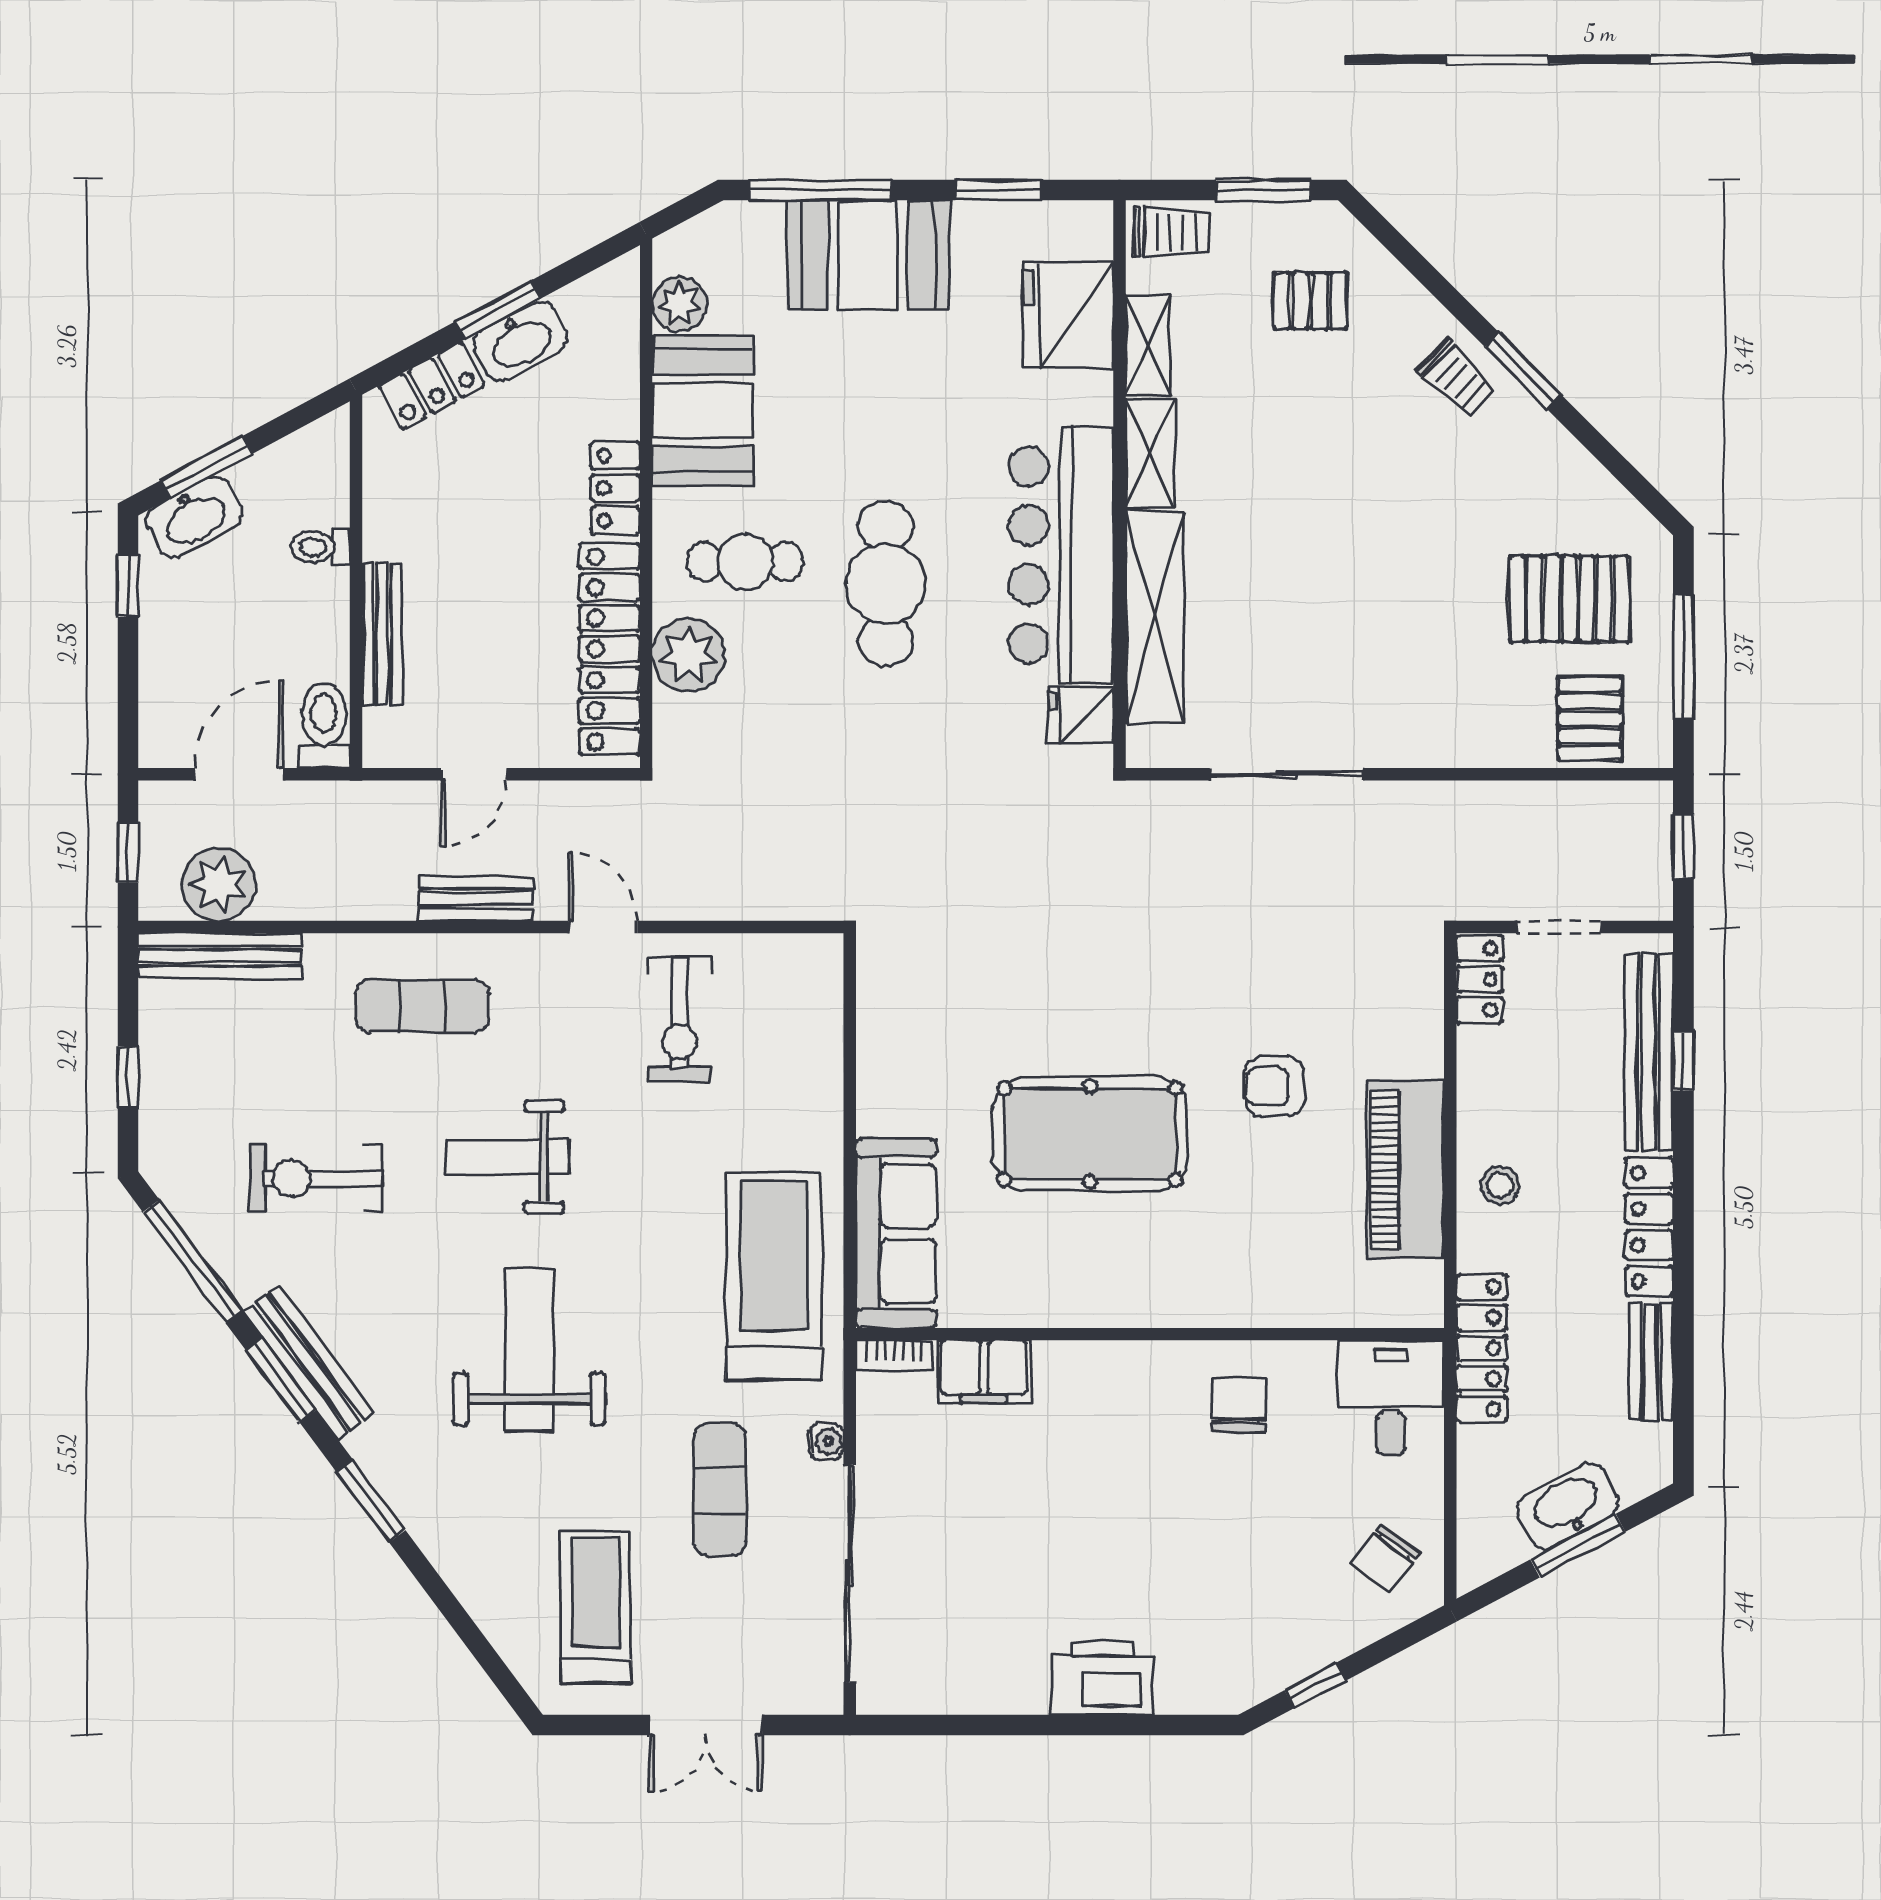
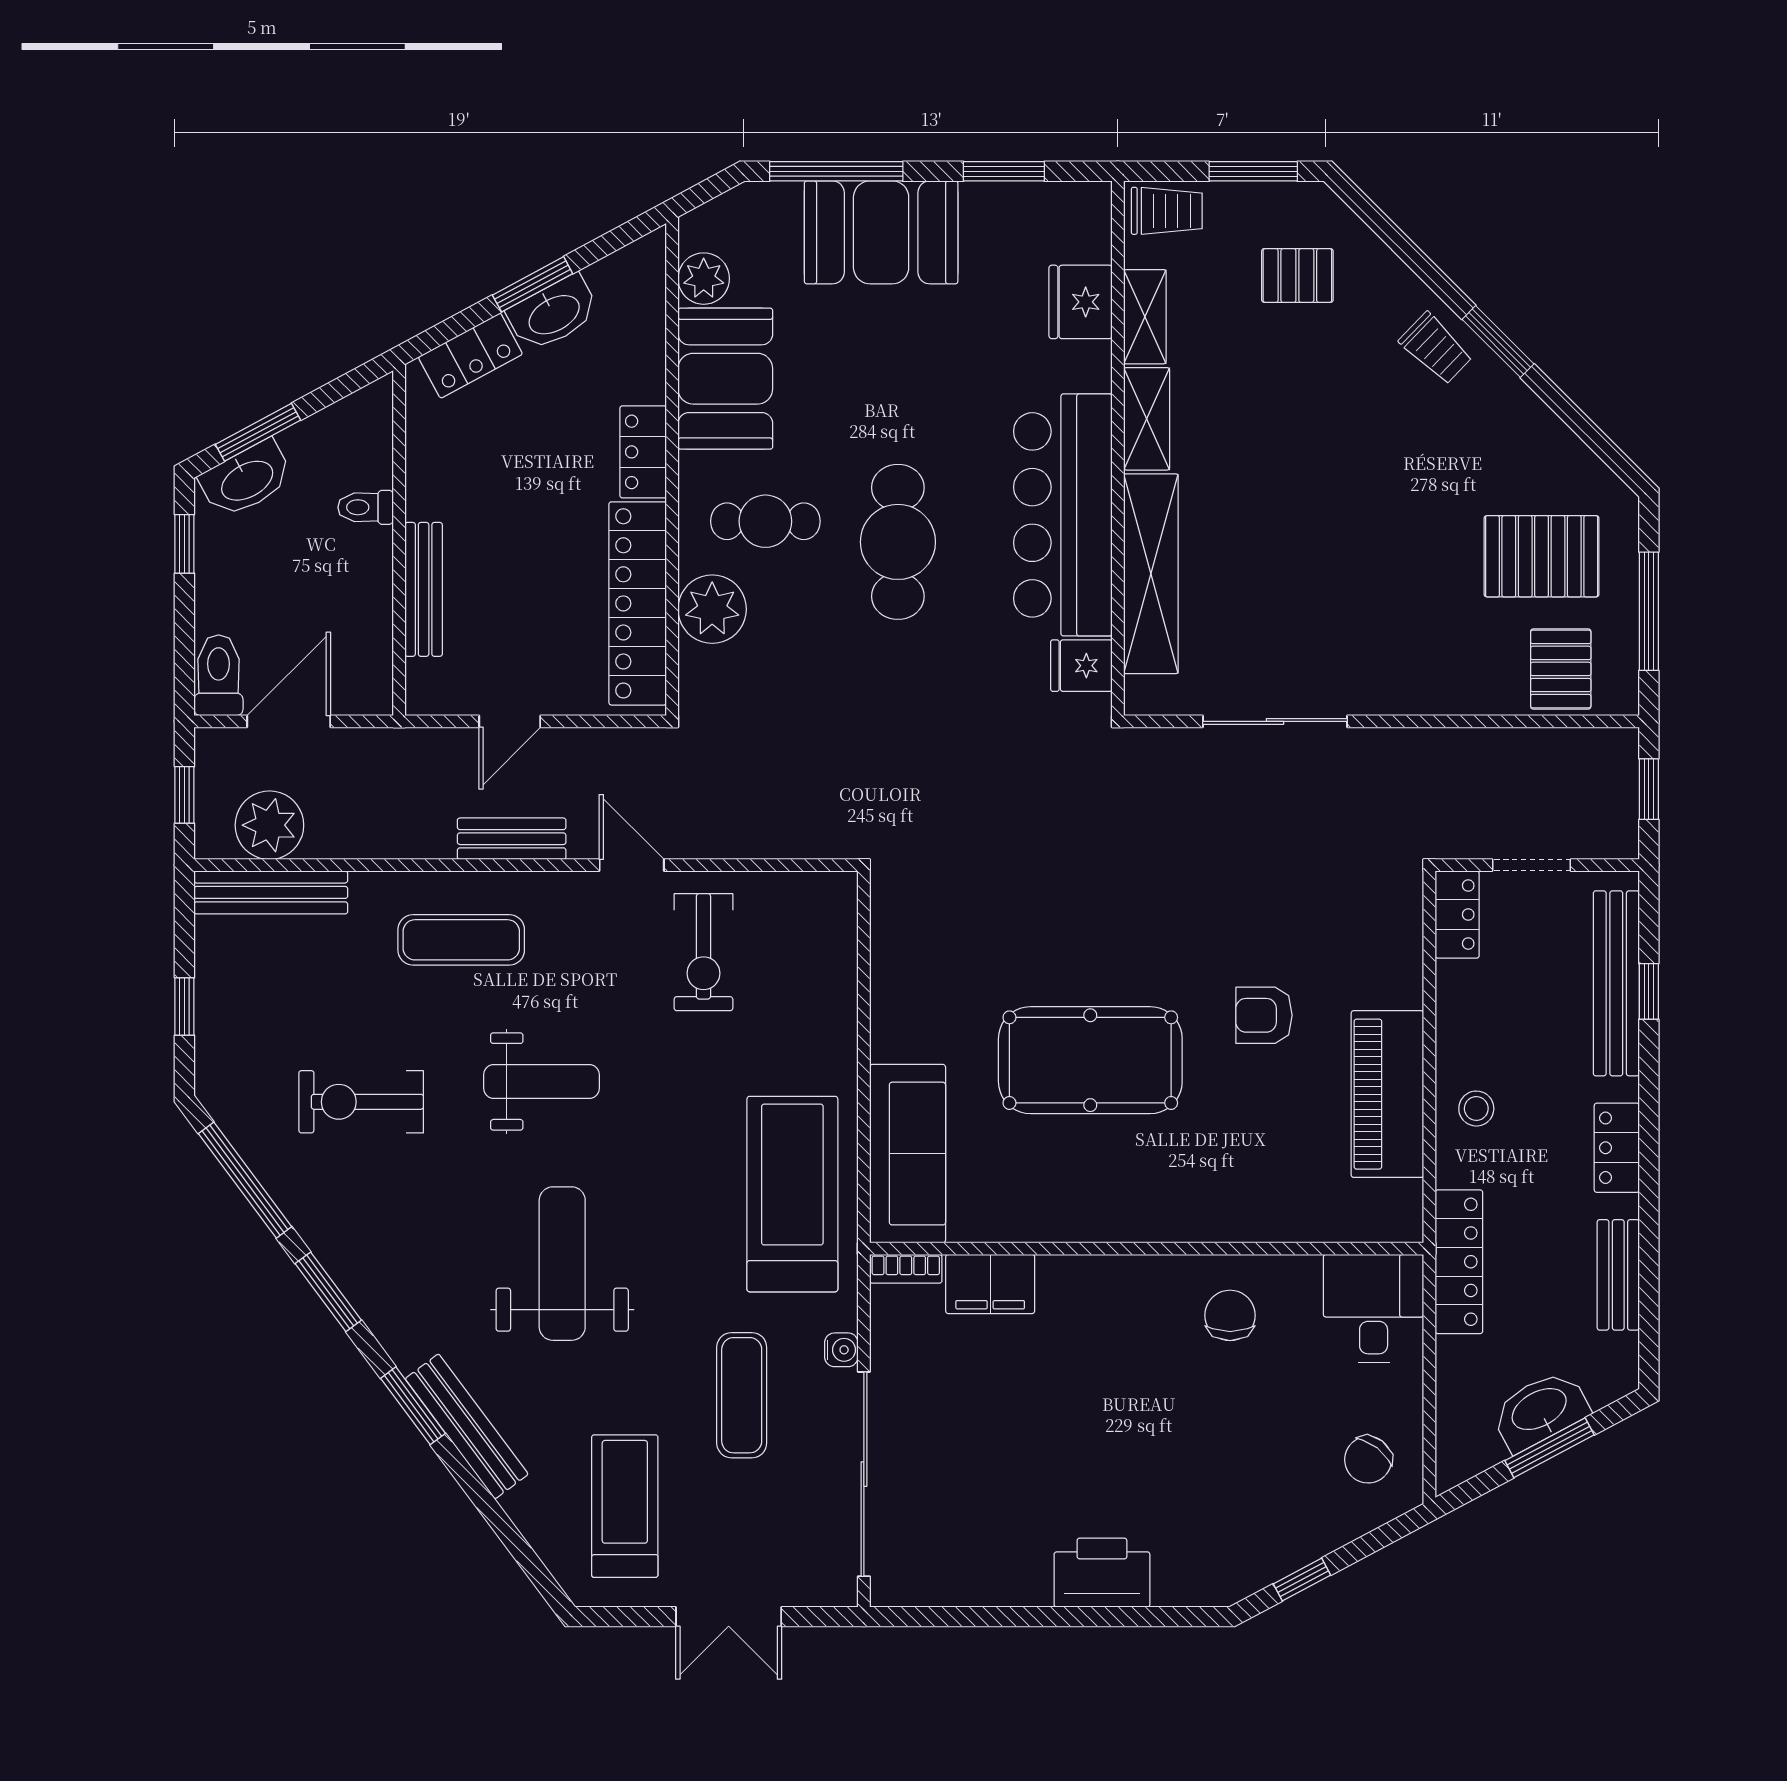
fridge: (1068, 315) -> (1081, 302), width x0.73, depth x0.75
toilet: (324, 725) -> (219, 675), moved
weight bench: (507, 1157) -> (541, 1081), turned 180
locker: (1649, 1227) -> (1617, 1148), width x0.66
bench: (309, 1363) -> (467, 1426), moved

